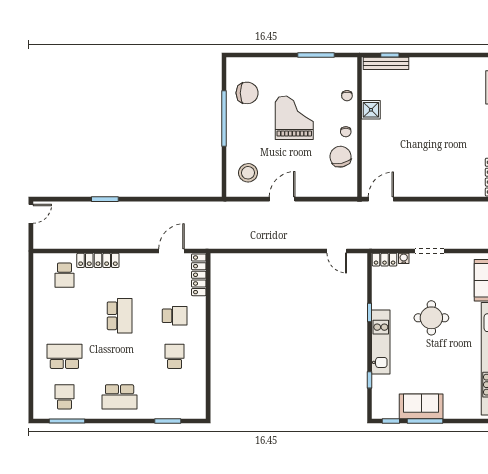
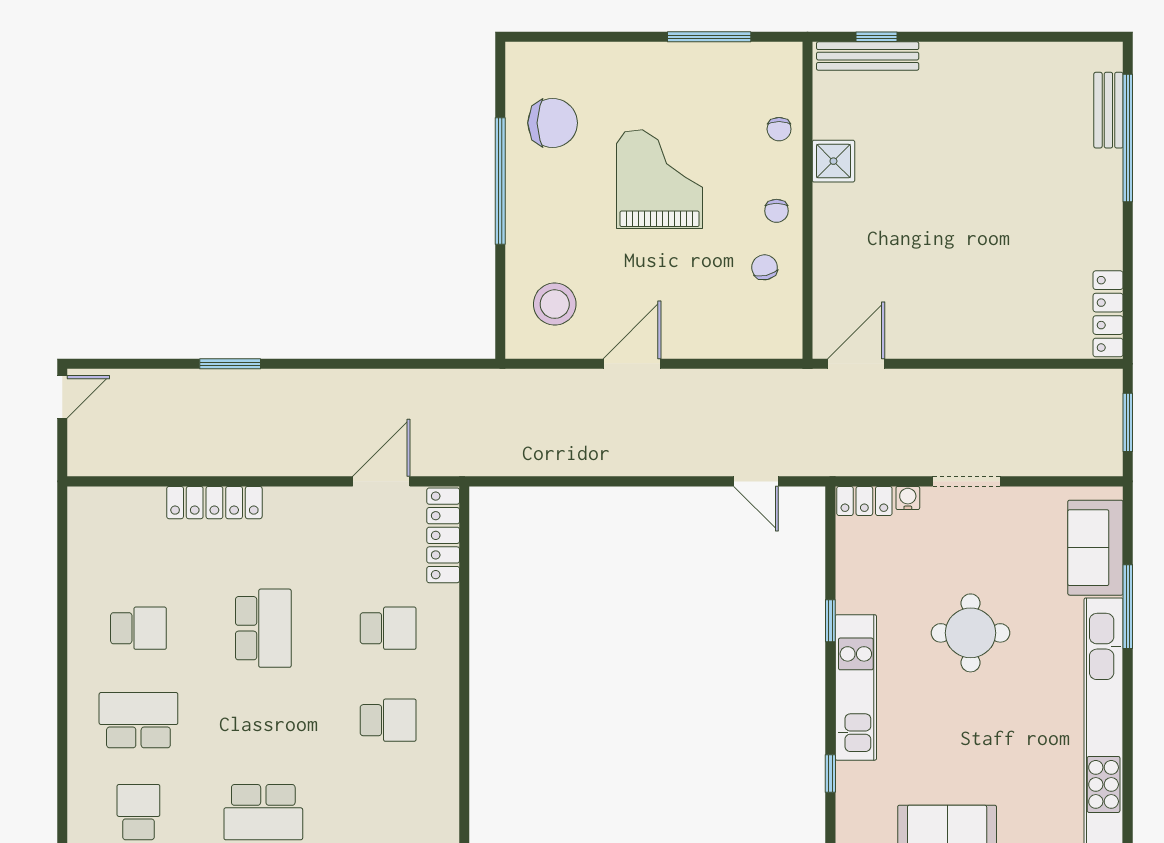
chair: (341, 157) -> (765, 267), width x0.54, depth x0.54
school desk: (64, 275) -> (138, 628), moved, turned -90
school desk: (175, 356) -> (388, 720), turned 90

